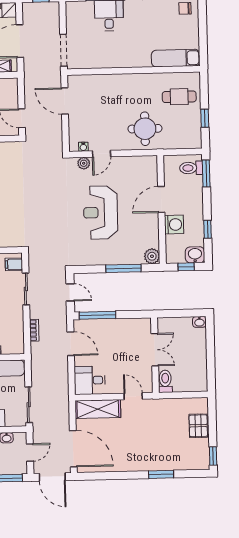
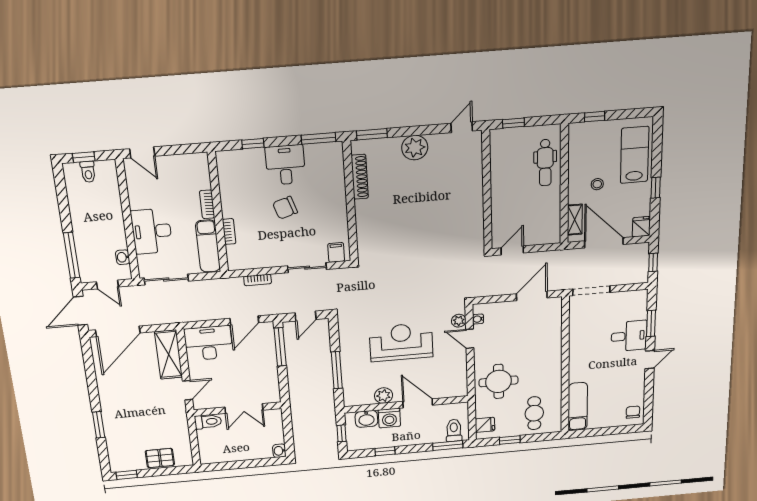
fridge: (188, 140) -> (485, 425), added
washbasin: (195, 255) -> (366, 419), moved, turned 90
plant: (152, 256) -> (384, 396), moved
desk: (90, 380) -> (208, 343), width x1.37

